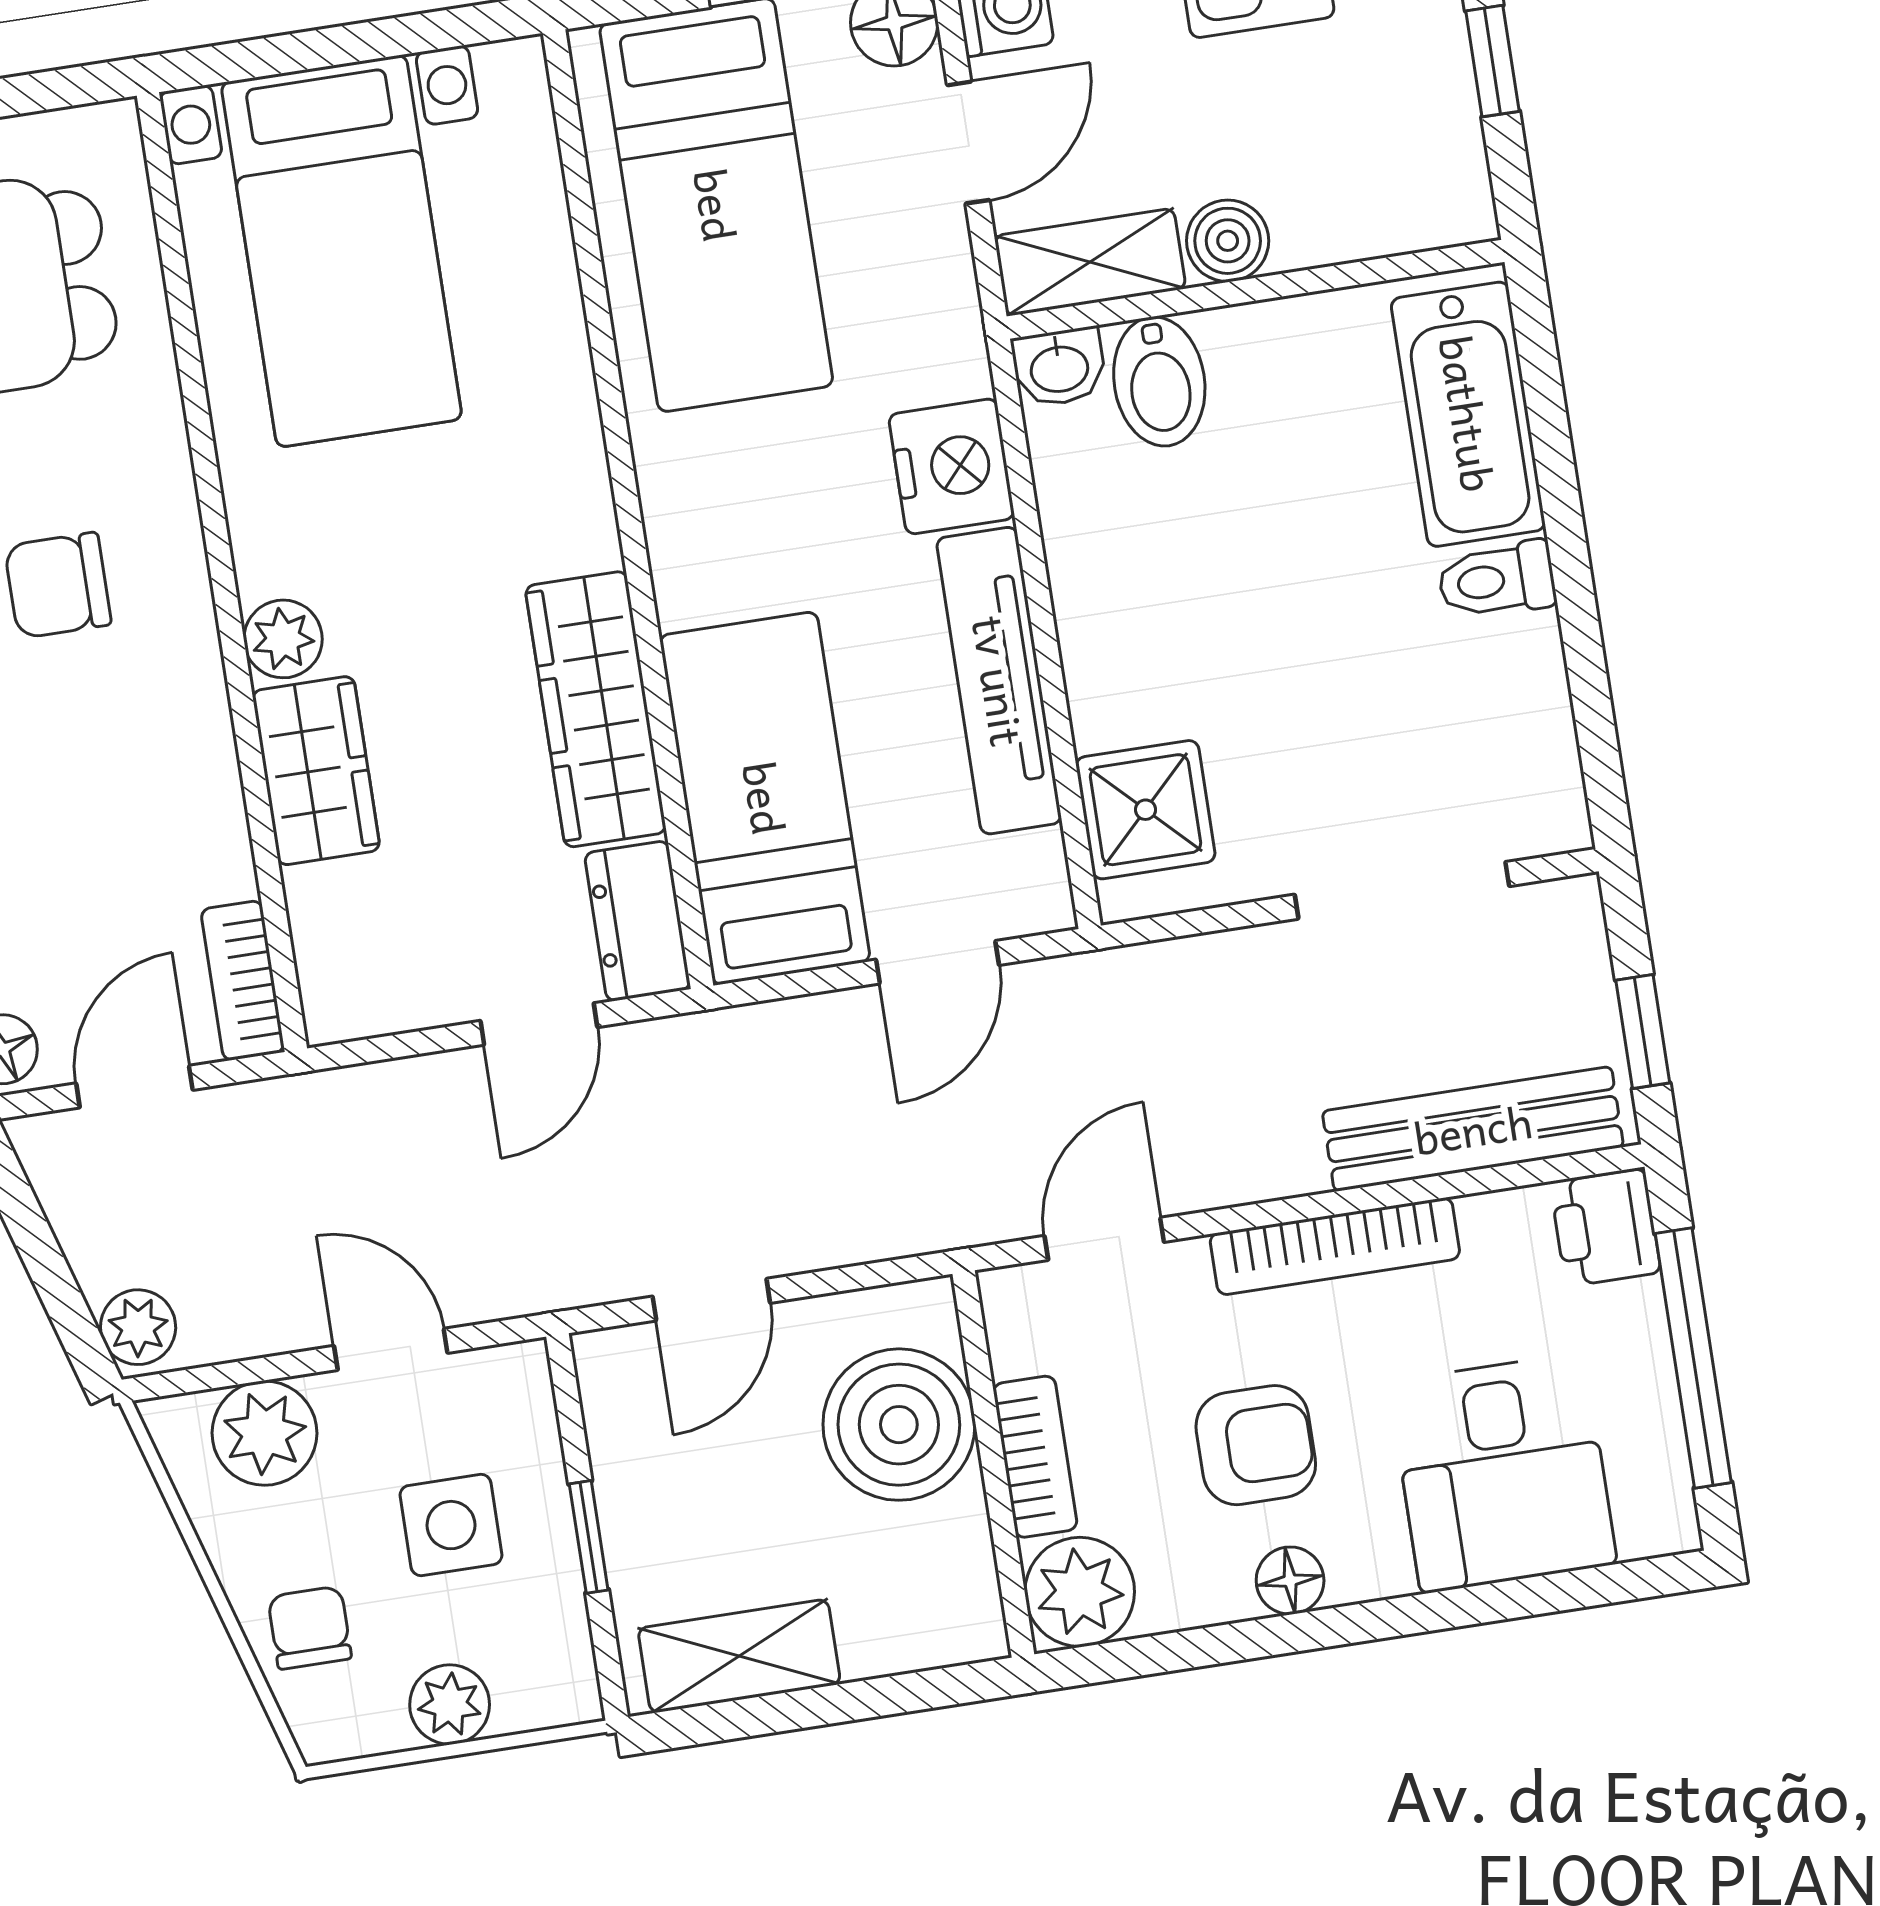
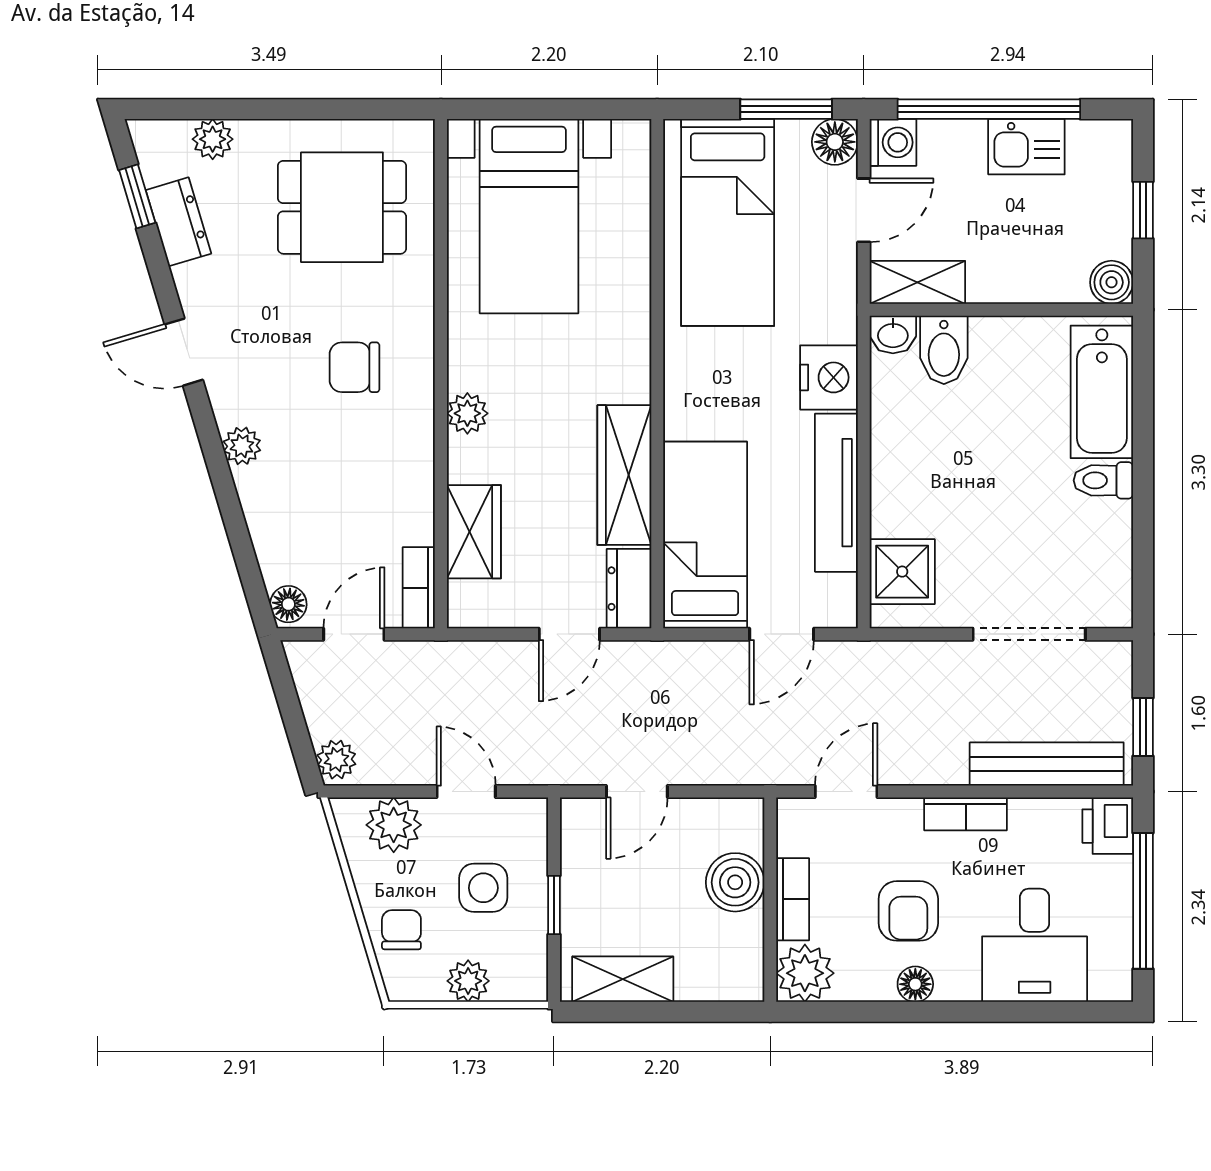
boiler: (1228, 241) -> (1112, 282), moved
wardrobe: (316, 771) -> (474, 532), moved
bookcase: (1335, 1246) -> (966, 814), width x0.64
boiler: (899, 1425) -> (735, 882), width x0.73, depth x0.73
armchair: (1256, 1445) -> (908, 911), turned 90

